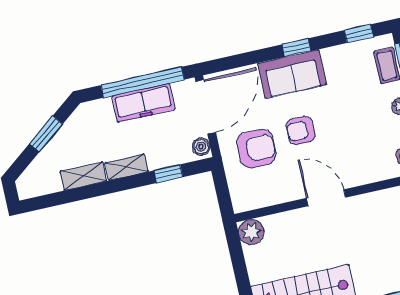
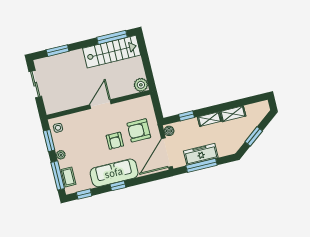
sofa: (292, 74) -> (114, 173), width x1.36
window: (143, 82) -> (202, 165), width x0.68
armchair: (301, 130) -> (115, 141), turned 90
door: (326, 198) -> (100, 104), swing flipped

